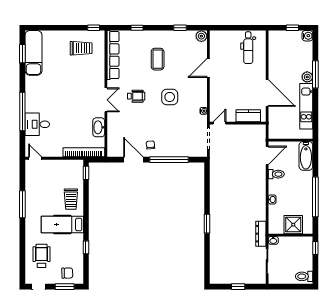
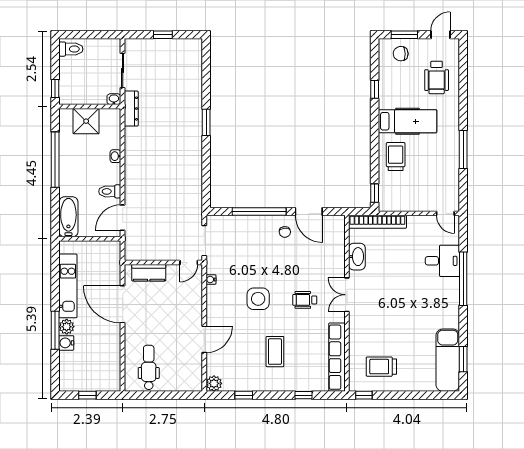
water cooler: (307, 36) -> (66, 343), moved

